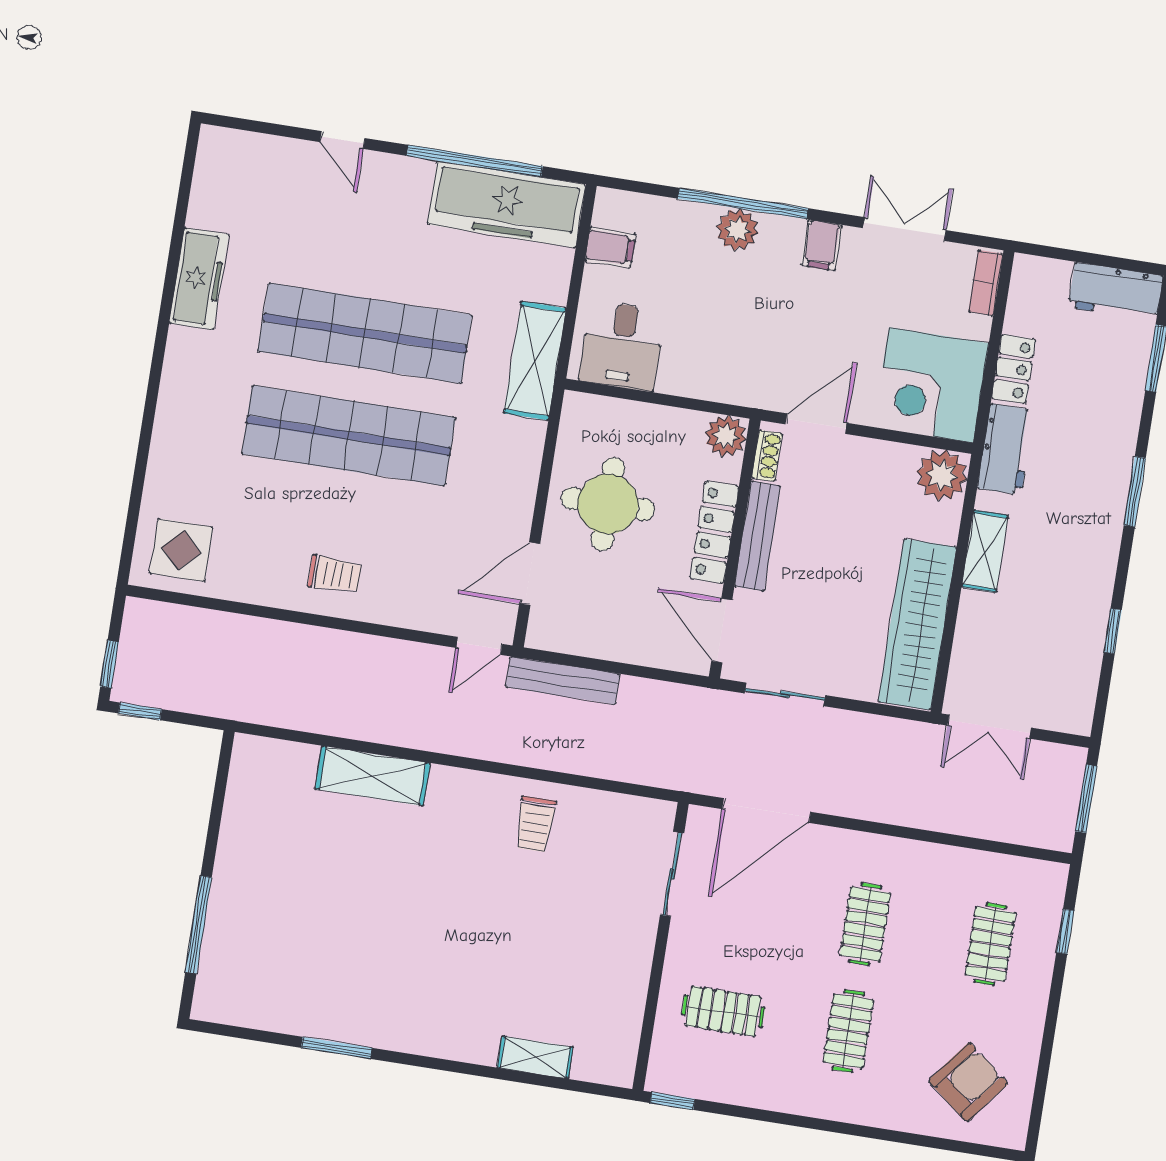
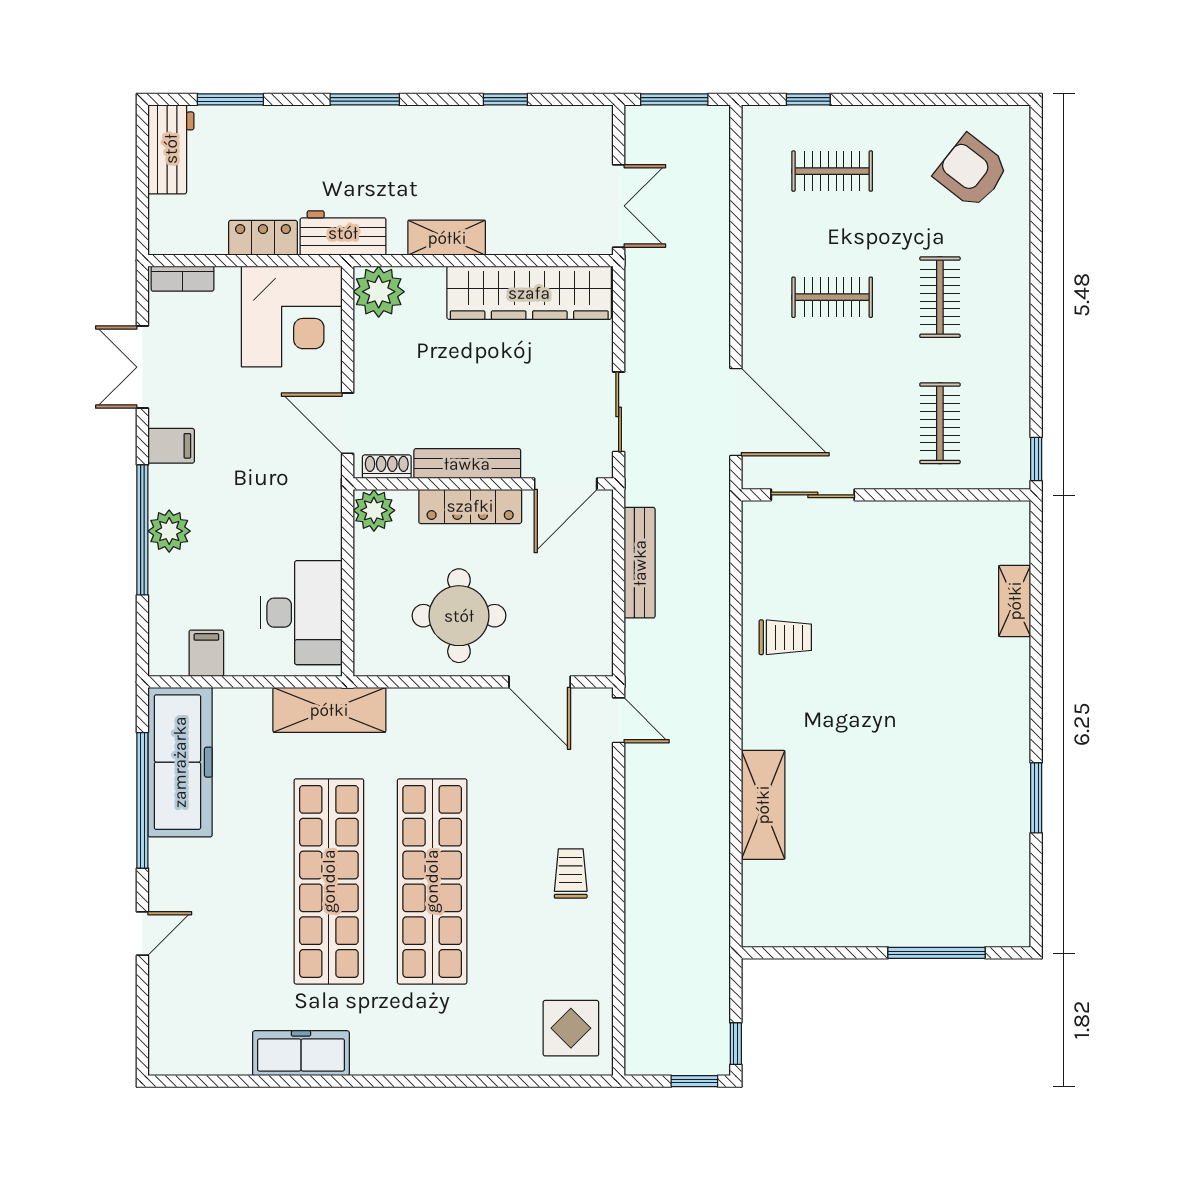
desk: (622, 346) -> (301, 613), width x1.37
bench: (563, 680) -> (640, 563), moved
clothes rail: (848, 1031) -> (940, 297), turned 90

